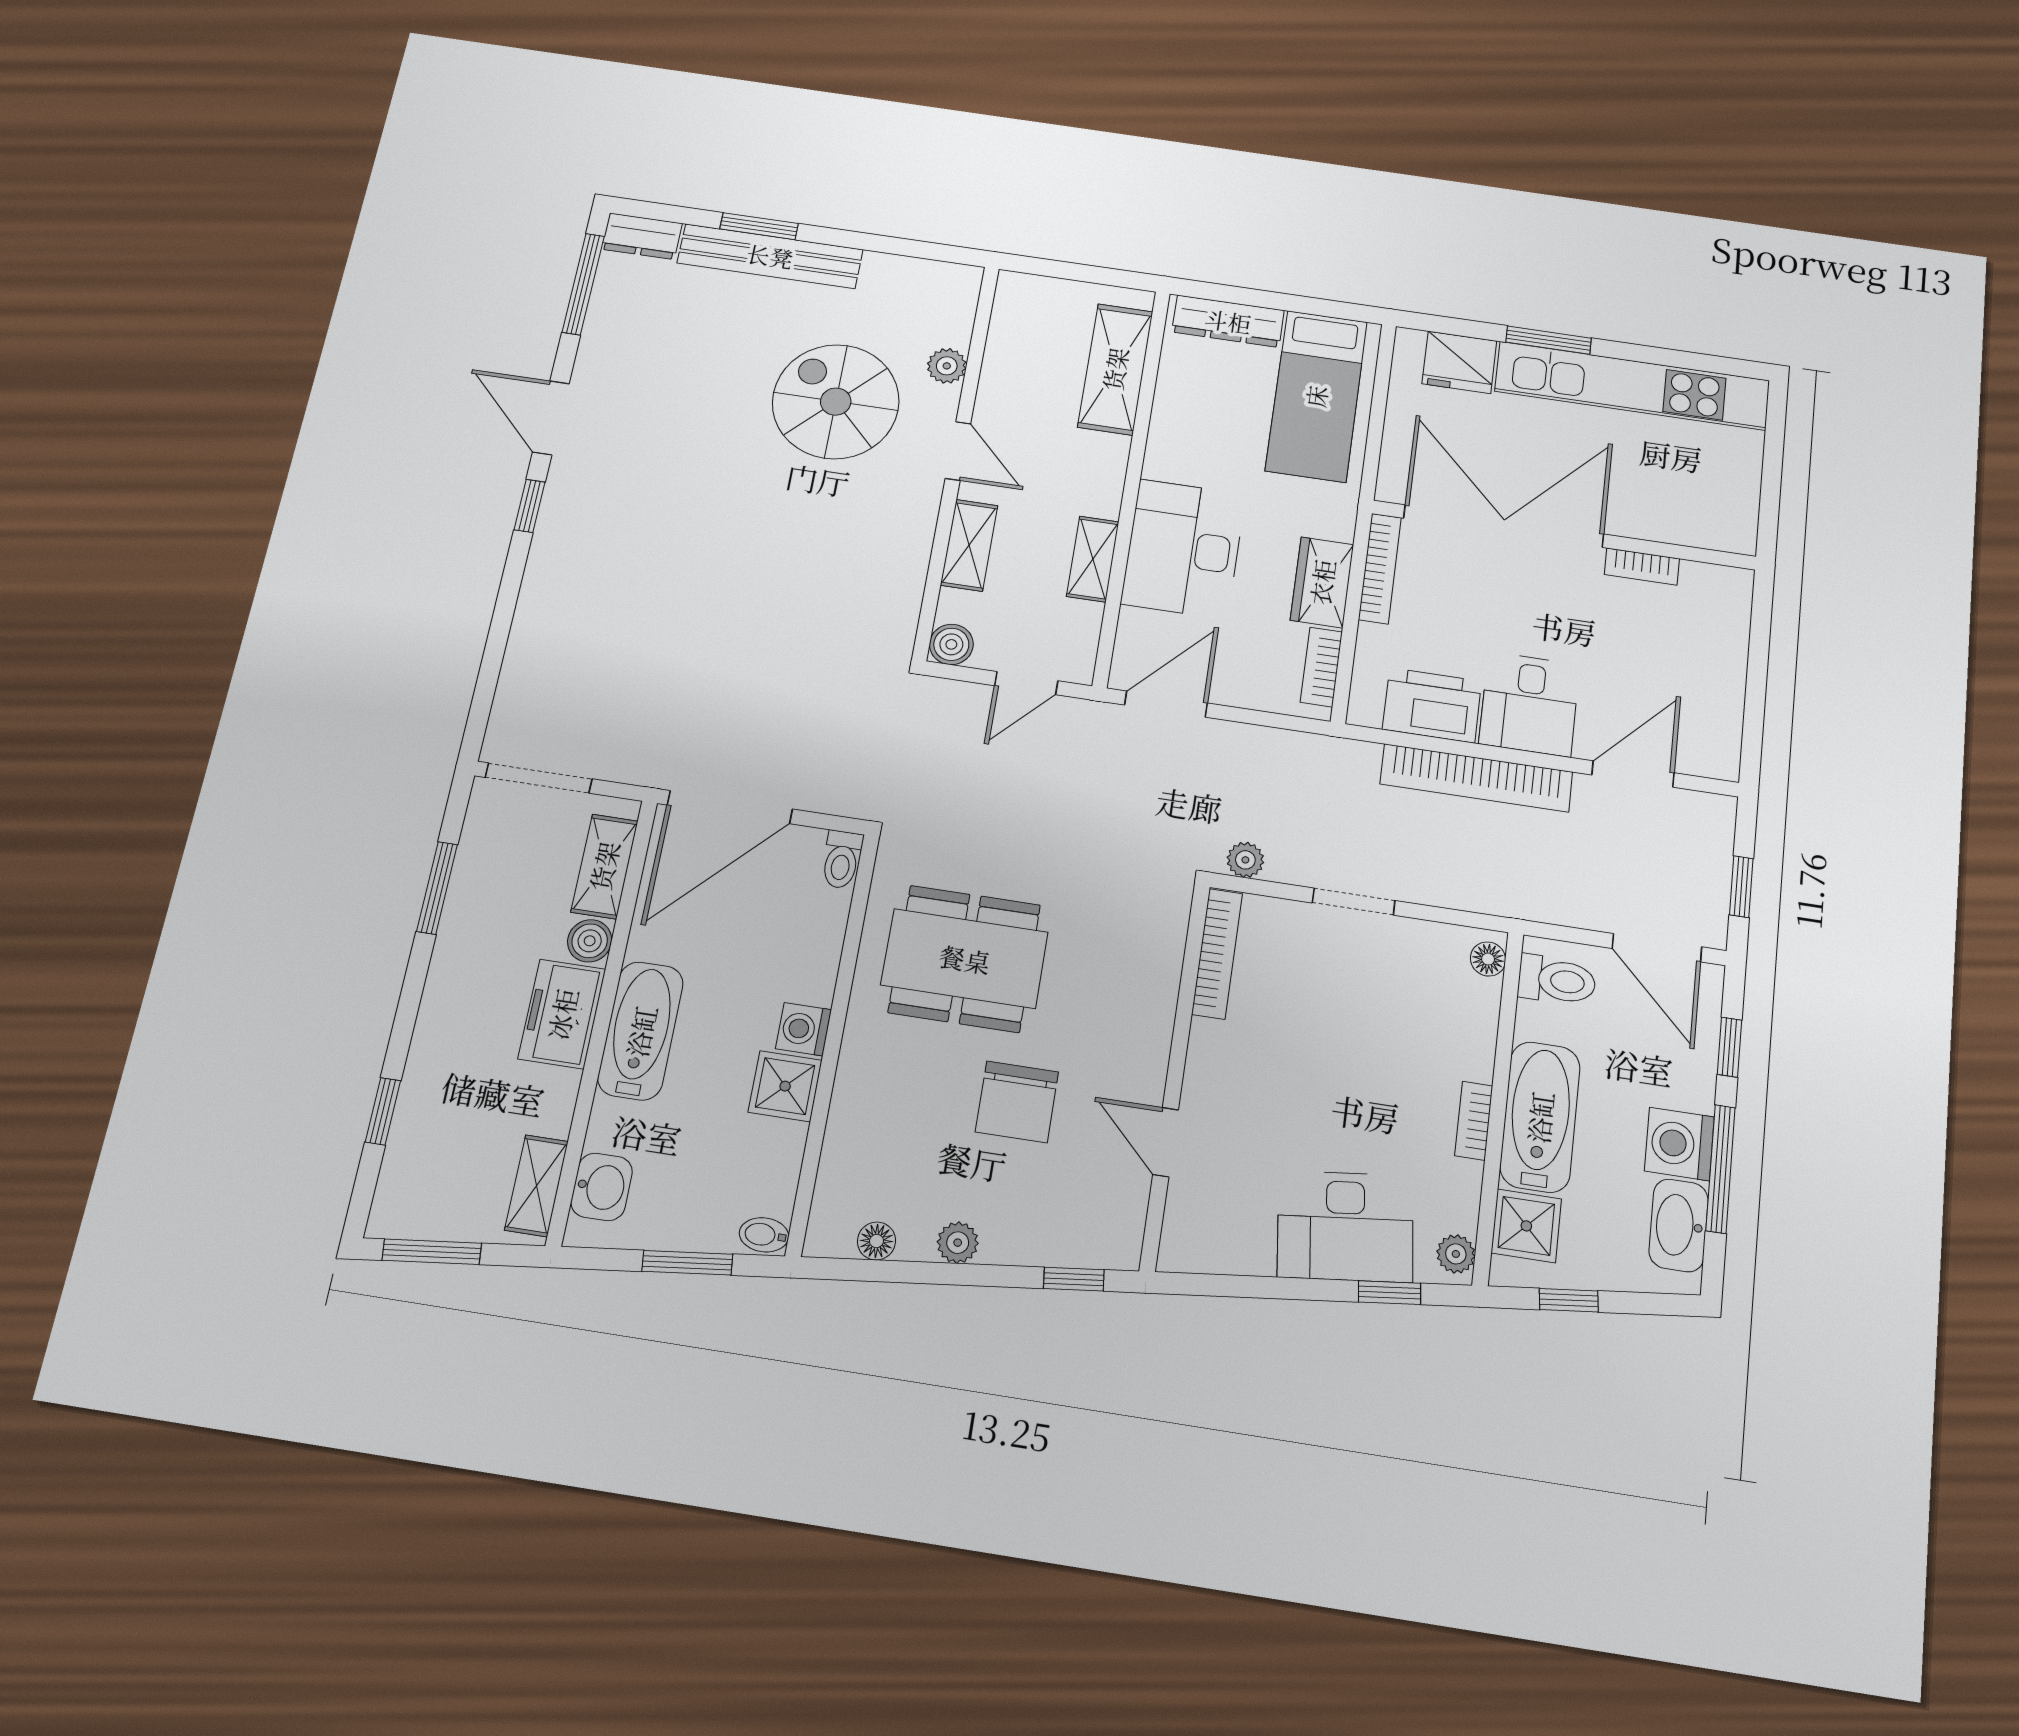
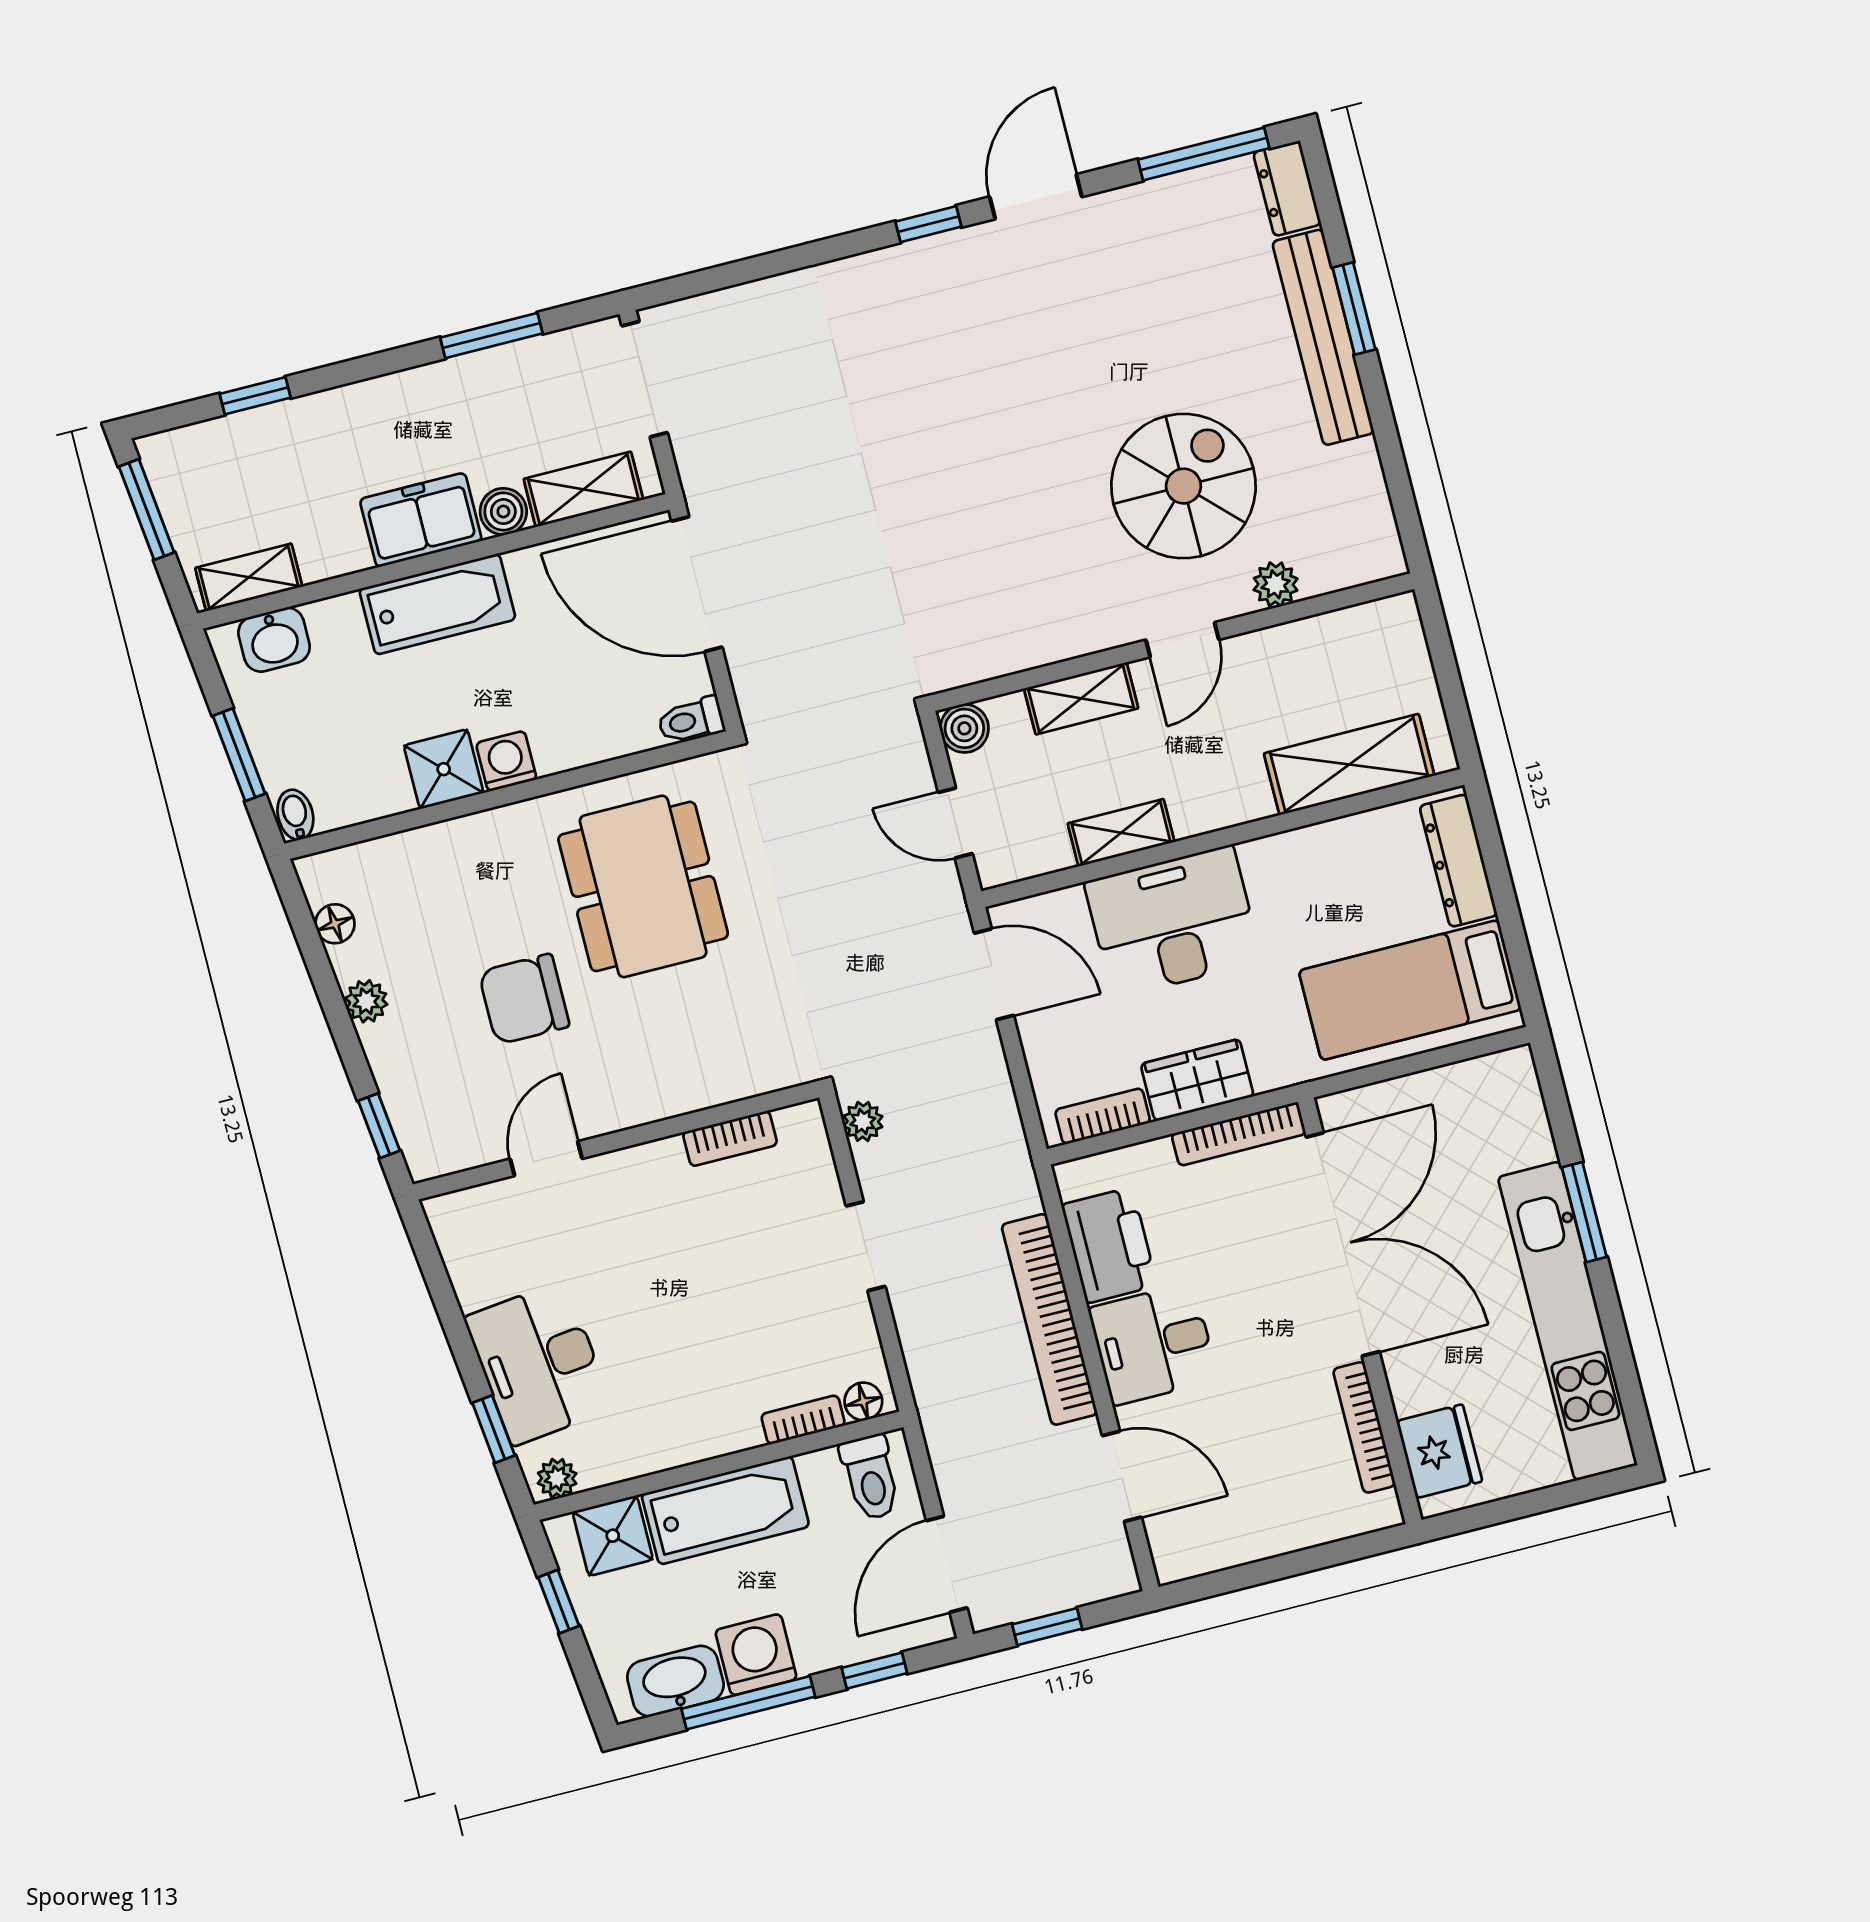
fridge: (1459, 362) -> (1439, 1451), moved, turned 180
bookcase: (1642, 567) -> (1364, 1427), width x1.56
bookcase: (1217, 954) -> (730, 1139), width x0.64
bookcase: (1474, 1121) -> (803, 1420), moved

